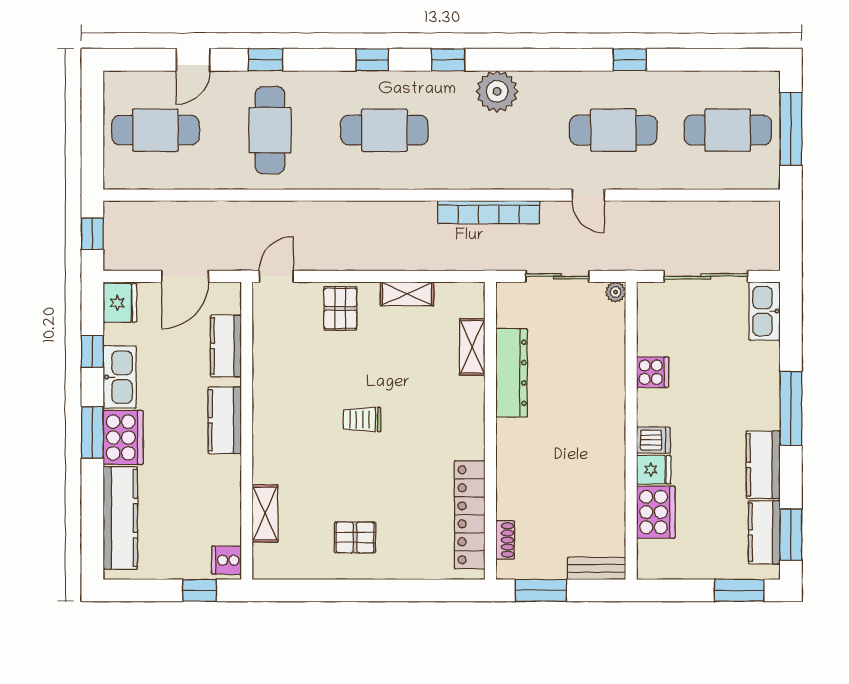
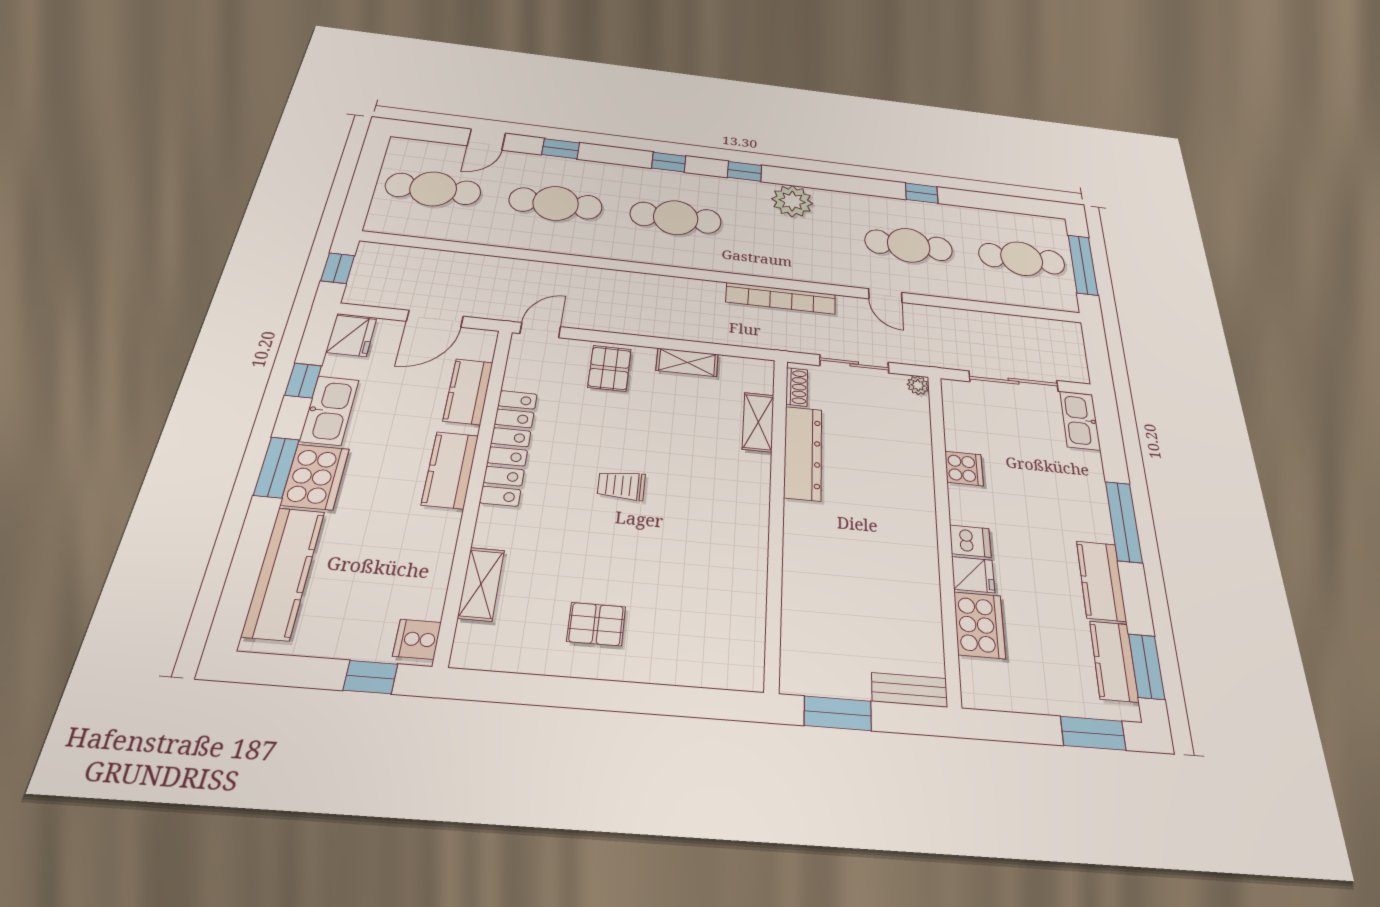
cafe table: (270, 130) -> (556, 203), turned 90
locker: (470, 515) -> (509, 447), moved, turned 180
shoe rack: (505, 540) -> (797, 387), moved

